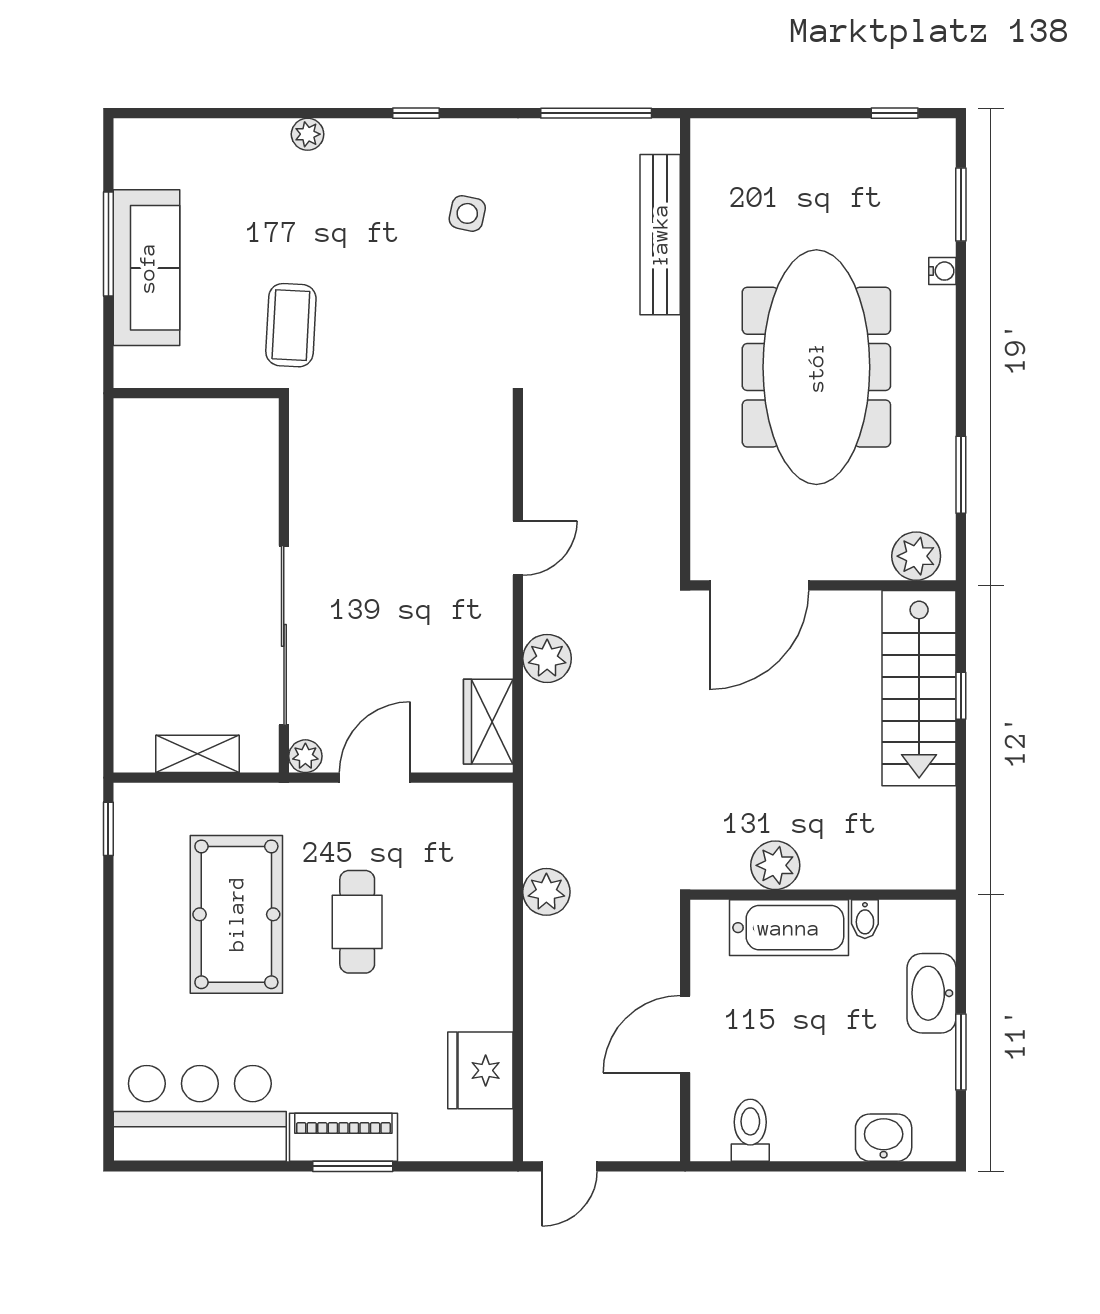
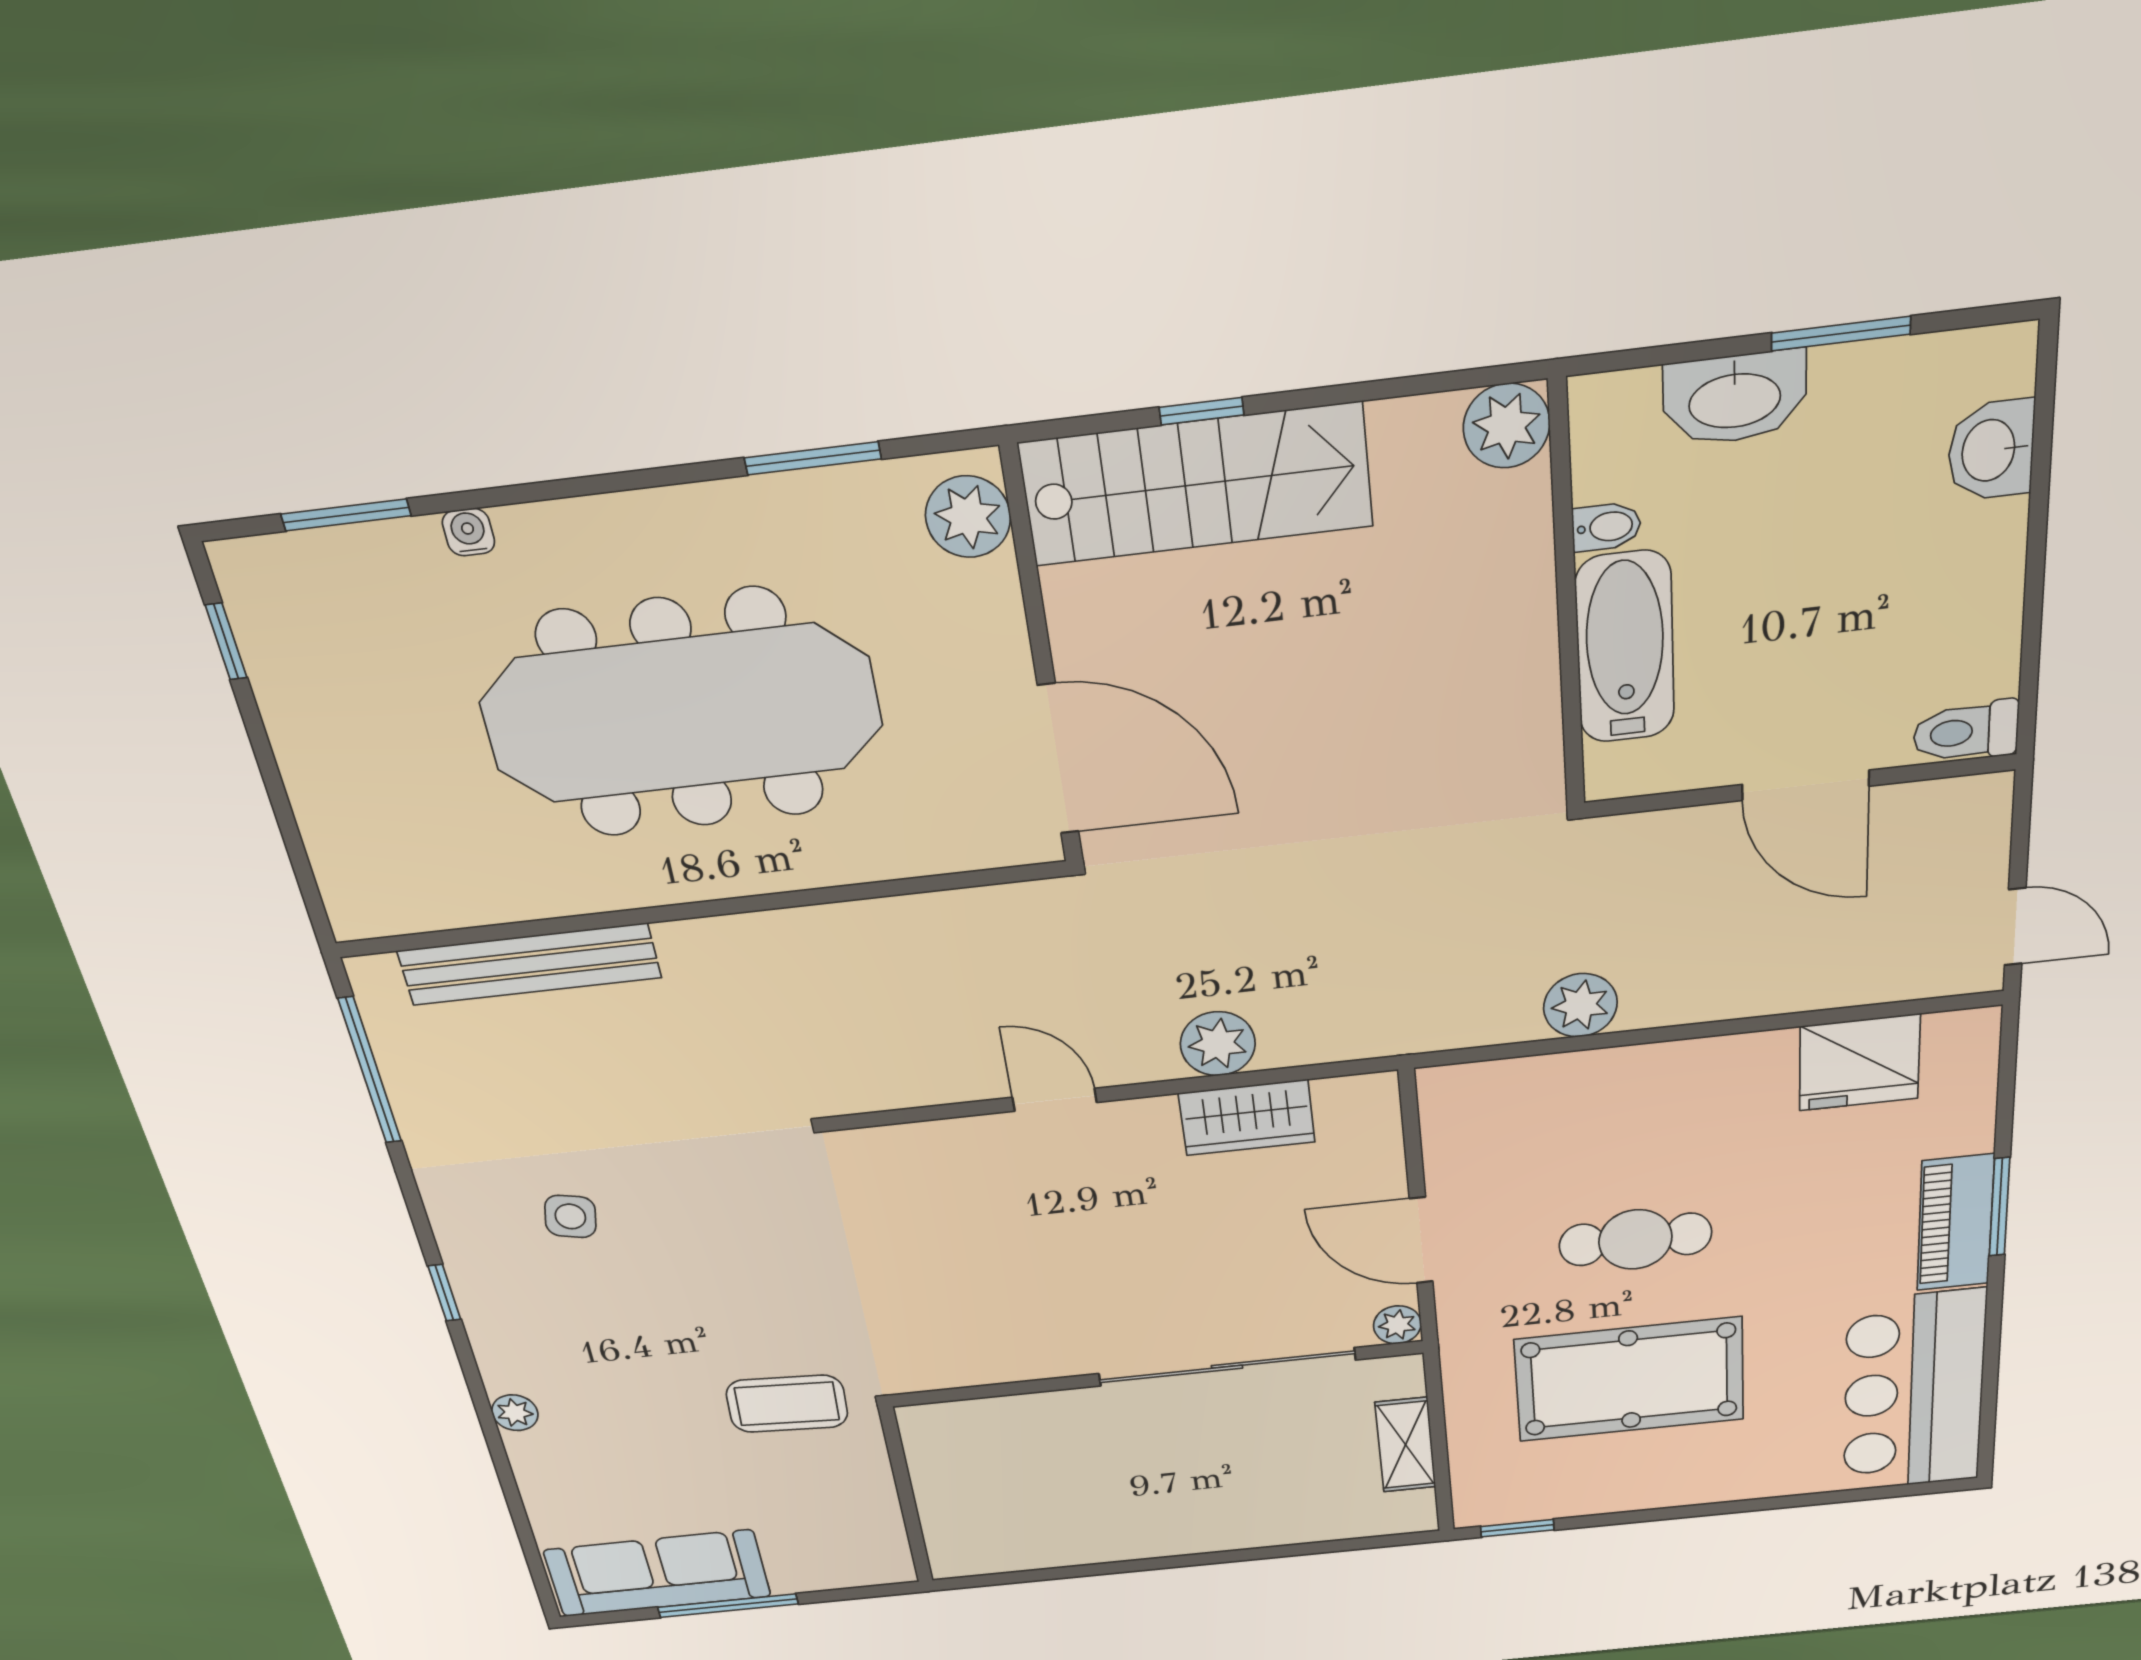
sofa: (147, 268) -> (658, 1573), moved
wardrobe: (488, 722) -> (1247, 1118), moved
plant: (775, 865) -> (1507, 426), moved
toilet: (750, 1130) -> (1966, 732), moved

